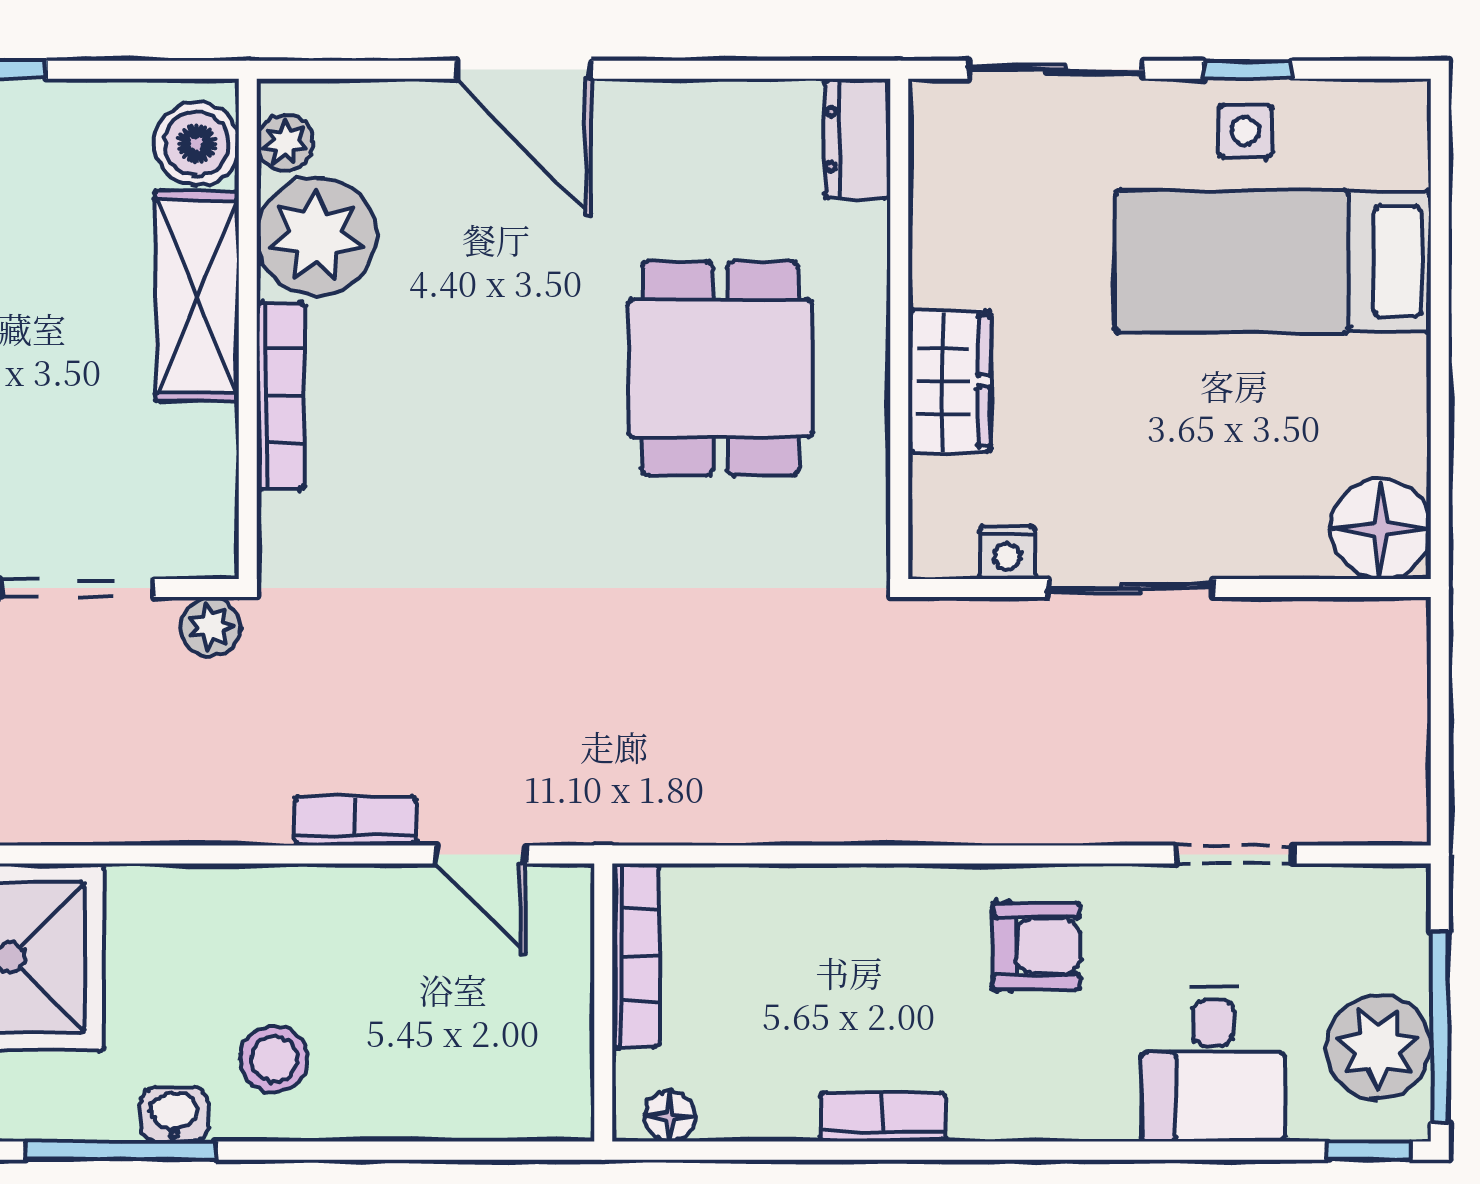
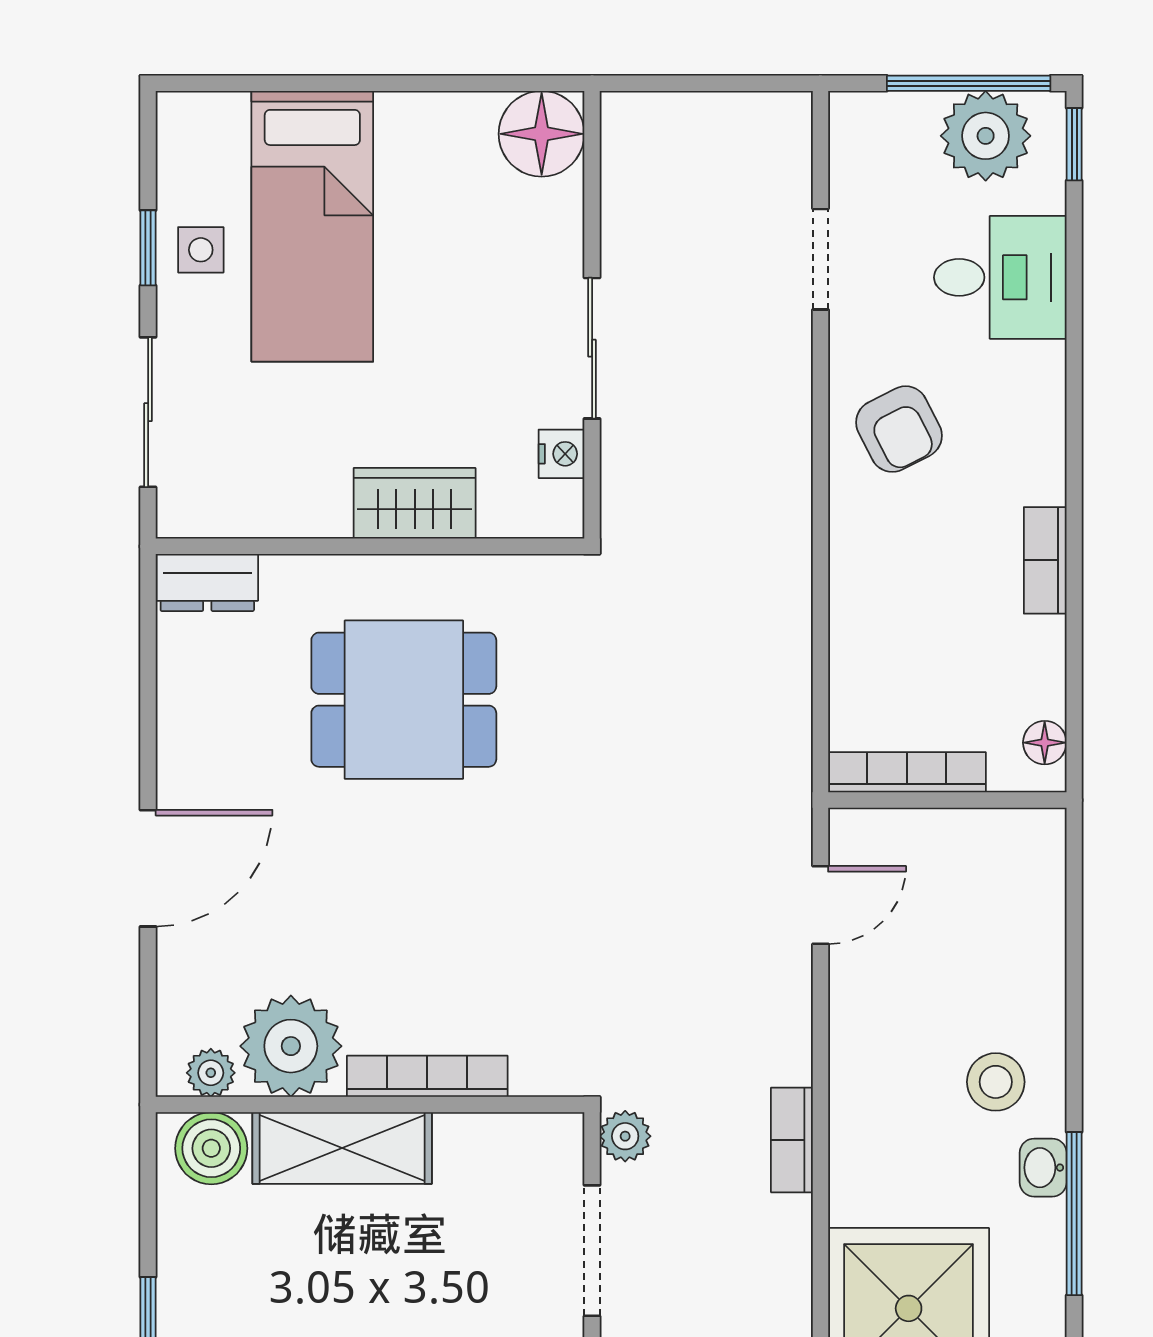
bookcase: (355, 821) -> (792, 1140), moved
armchair: (1036, 946) -> (899, 429), turned 153

